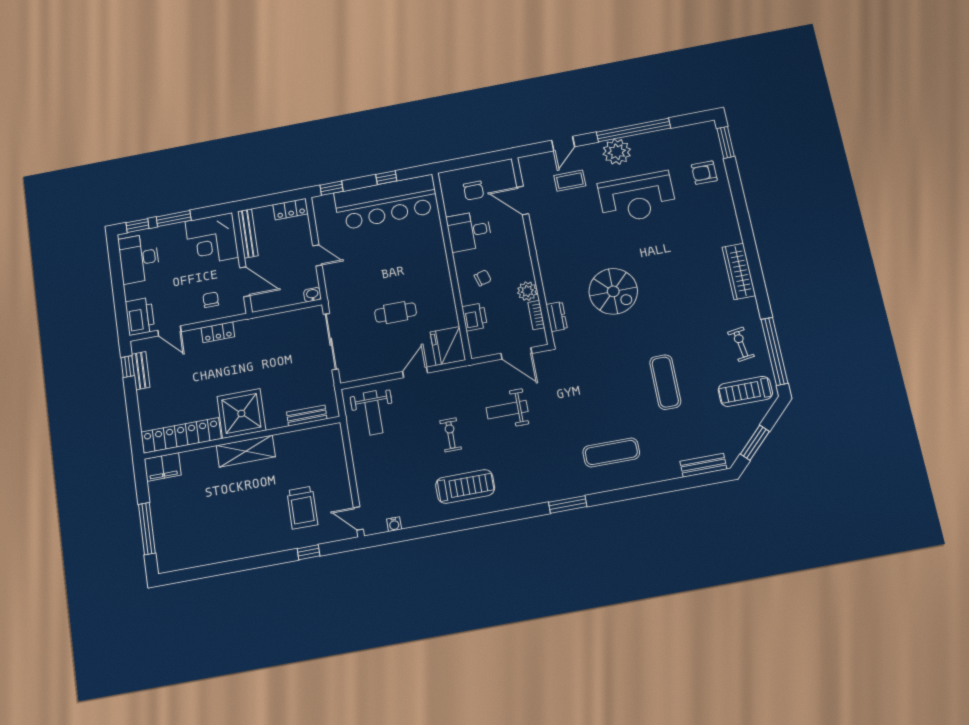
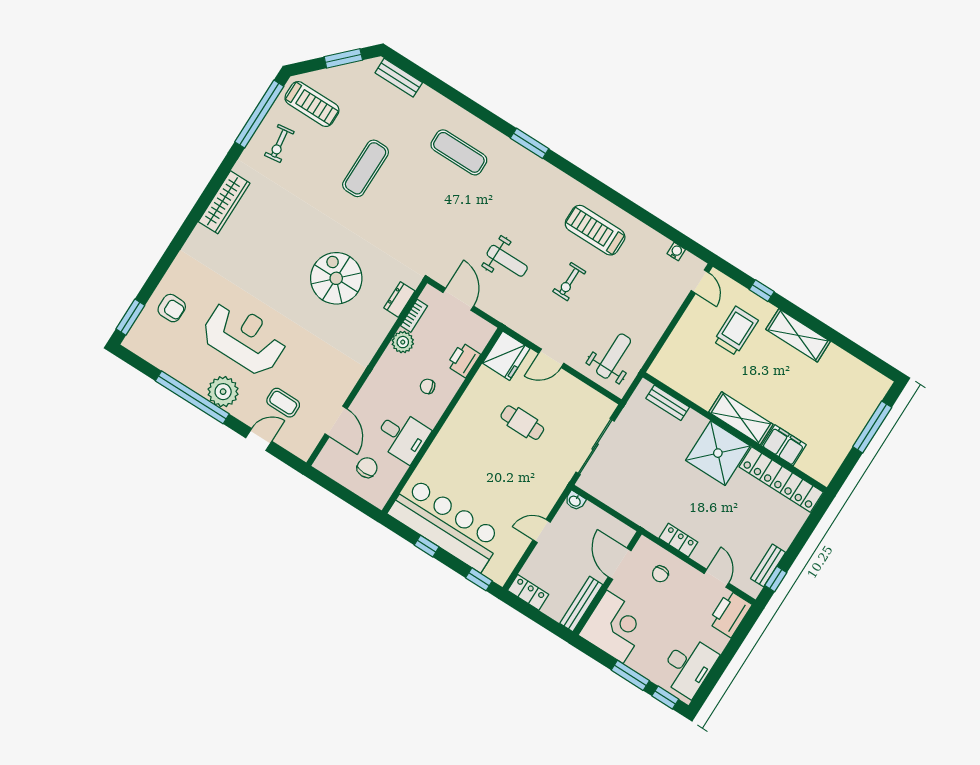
door: (317, 255) -> (542, 531), hinge flipped
filing cabinet: (163, 467) -> (784, 445), moved
shelving: (255, 545) -> (798, 335), added

